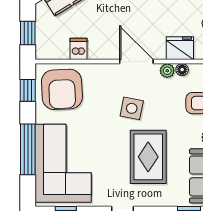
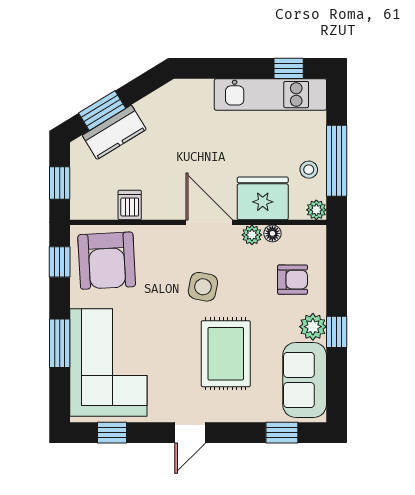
fridge: (180, 48) -> (263, 198), width x1.36, depth x1.34
window: (28, 149) -> (60, 343), width x0.69

